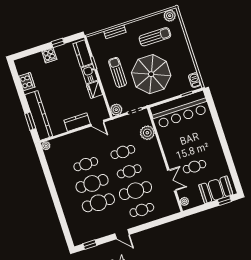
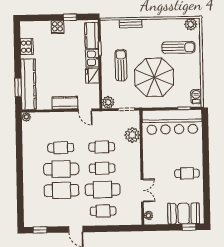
sun lounger: (155, 37) -> (178, 47), moved
cafe table: (194, 167) -> (187, 173), moved

